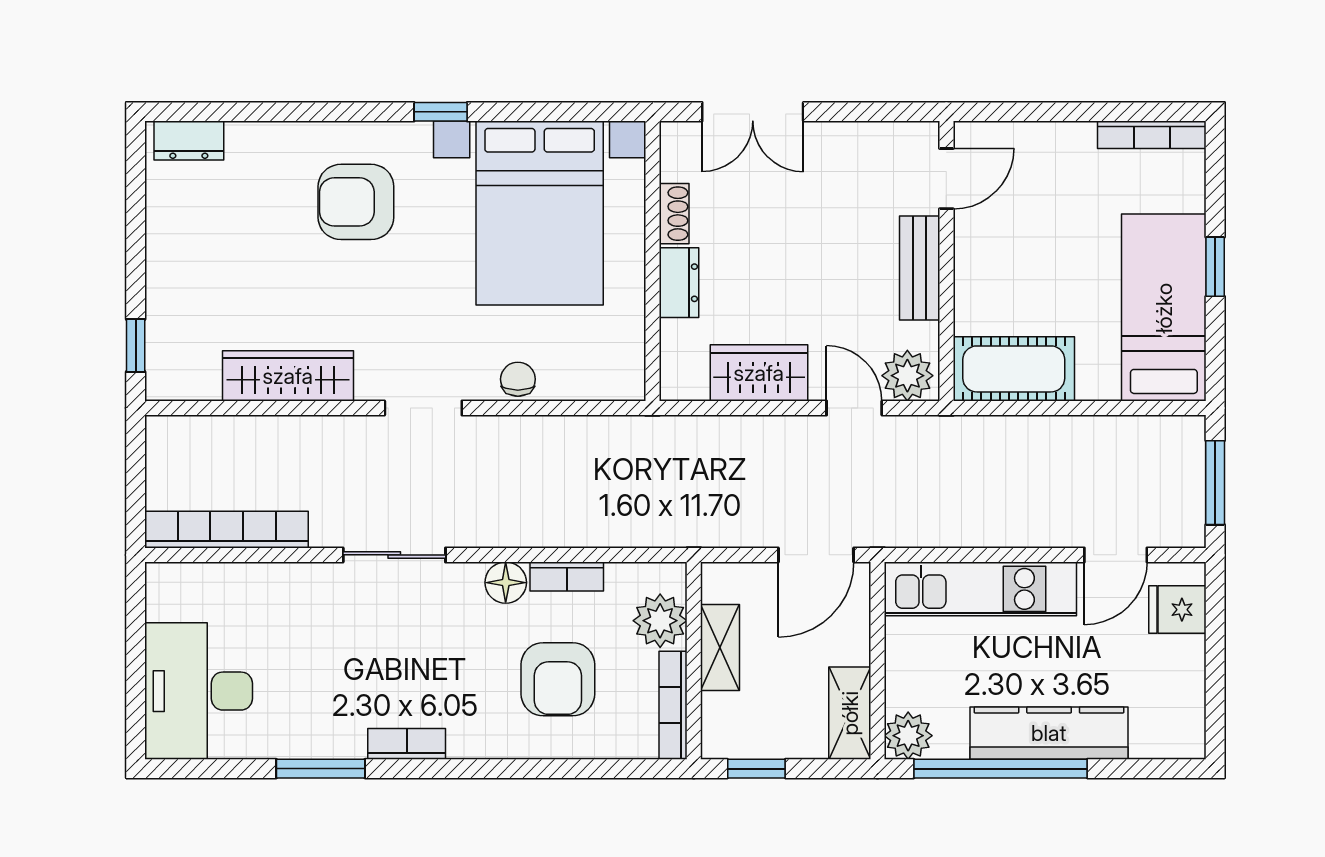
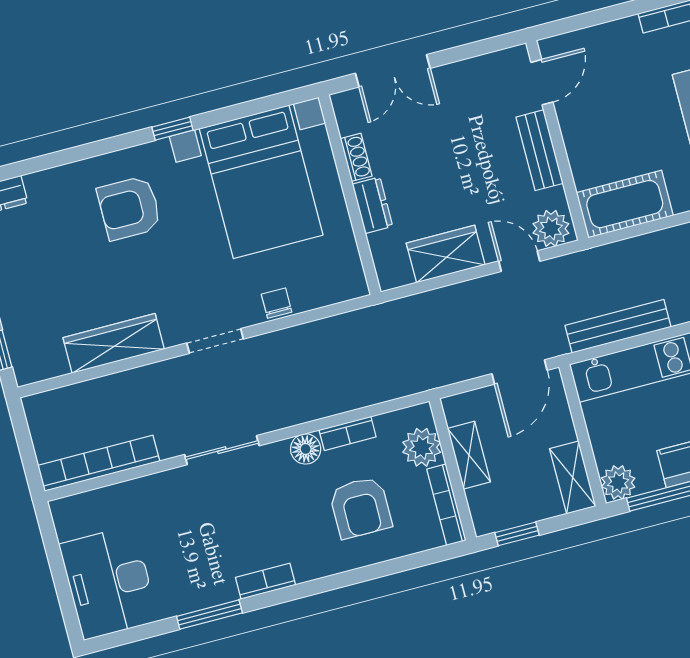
bench: (962, 528) -> (618, 326), added

